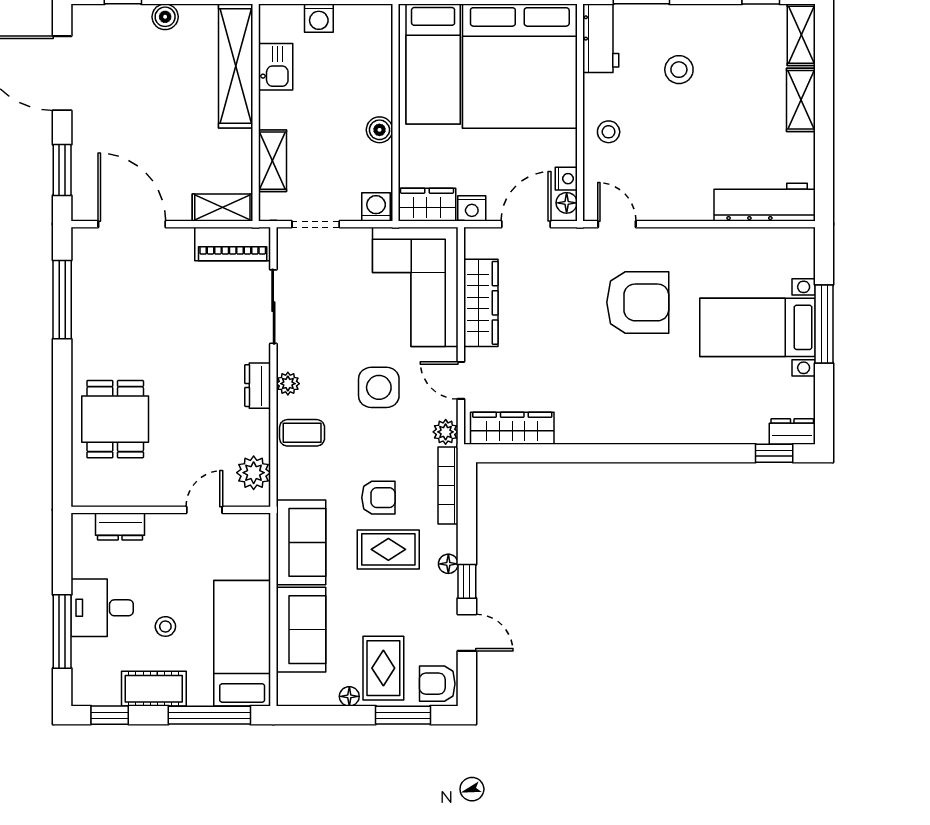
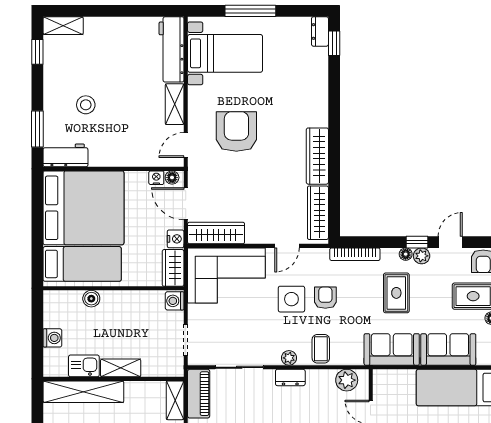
shelving: (801, 100) -> (175, 104), moved, turned 90
boiler: (379, 130) -> (91, 299), moved
stool: (609, 132) -> (126, 150), removed
shelving: (272, 161) -> (121, 368), moved
wardrobe: (481, 303) -> (216, 233), moved
bed with nightstands: (757, 327) -> (225, 53), moved, turned -90
wardrobe: (600, 427) -> (317, 156), added
plant: (446, 432) -> (422, 256), moved
armchair: (378, 498) -> (325, 298), moved

